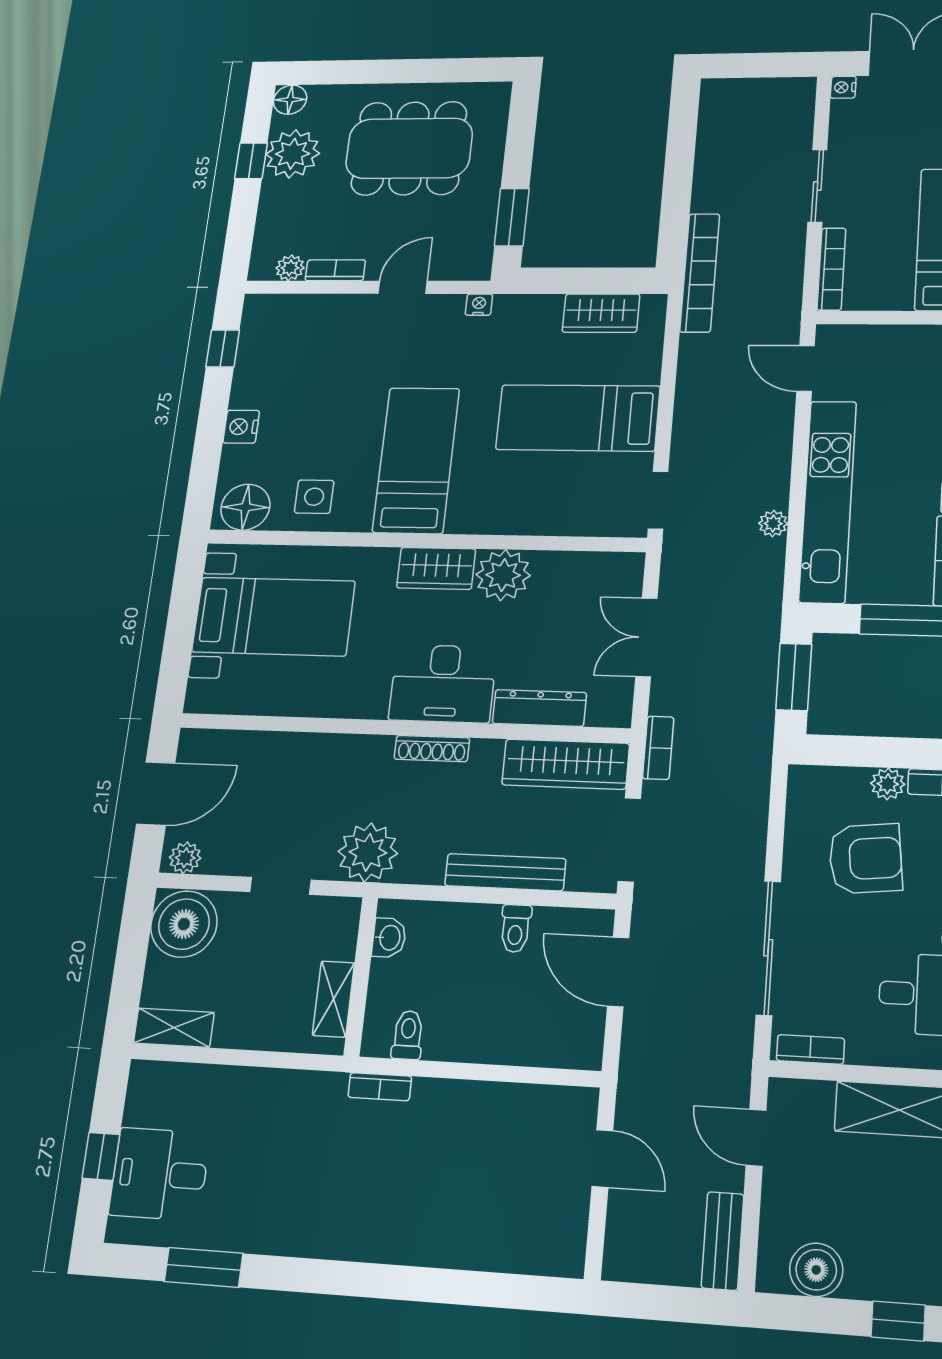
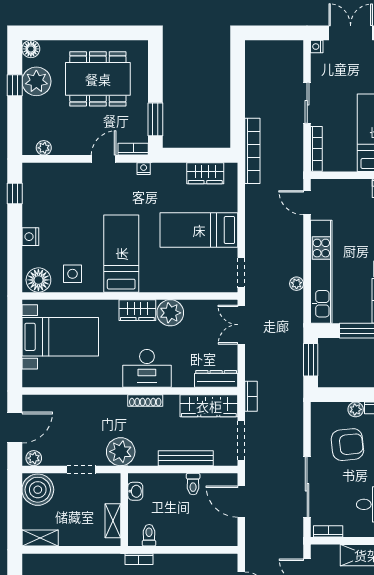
bookcase: (335, 270) -> (133, 149), moved
double door: (646, 637) -> (241, 325), moved
dresser: (539, 708) -> (216, 379), moved

